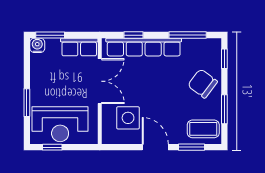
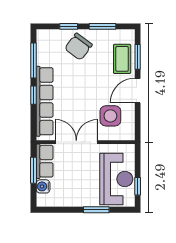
window: (50, 35) -> (33, 170), moved
window: (133, 35) -> (33, 95), moved
water cooler: (37, 45) -> (43, 186), moved
window: (224, 59) -> (69, 26), moved
coffee table: (203, 129) -> (122, 59), moved

